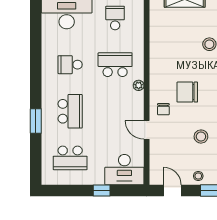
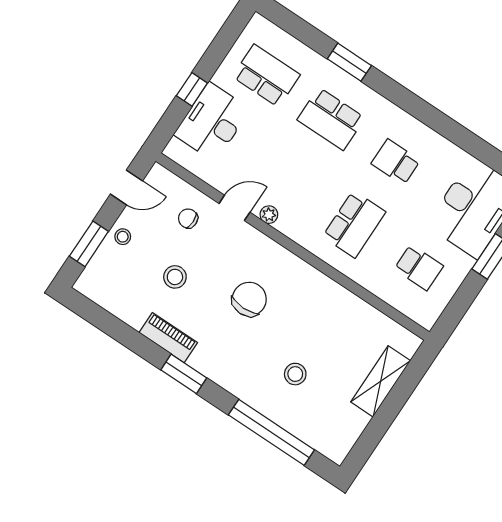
school desk: (70, 65) -> (396, 162), turned -90
plant: (139, 85) -> (269, 215), moved
chair: (163, 109) -> (188, 218), moved
school desk: (70, 158) -> (266, 76), turned 90
desk: (124, 170) -> (212, 122), moved

